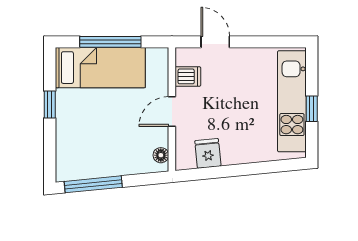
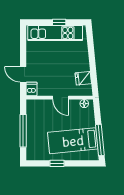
door: (215, 42) -> (23, 74), hinge flipped
bed: (100, 68) -> (73, 141), moved, turned -96
dishwasher: (188, 76) -> (32, 89), moved

